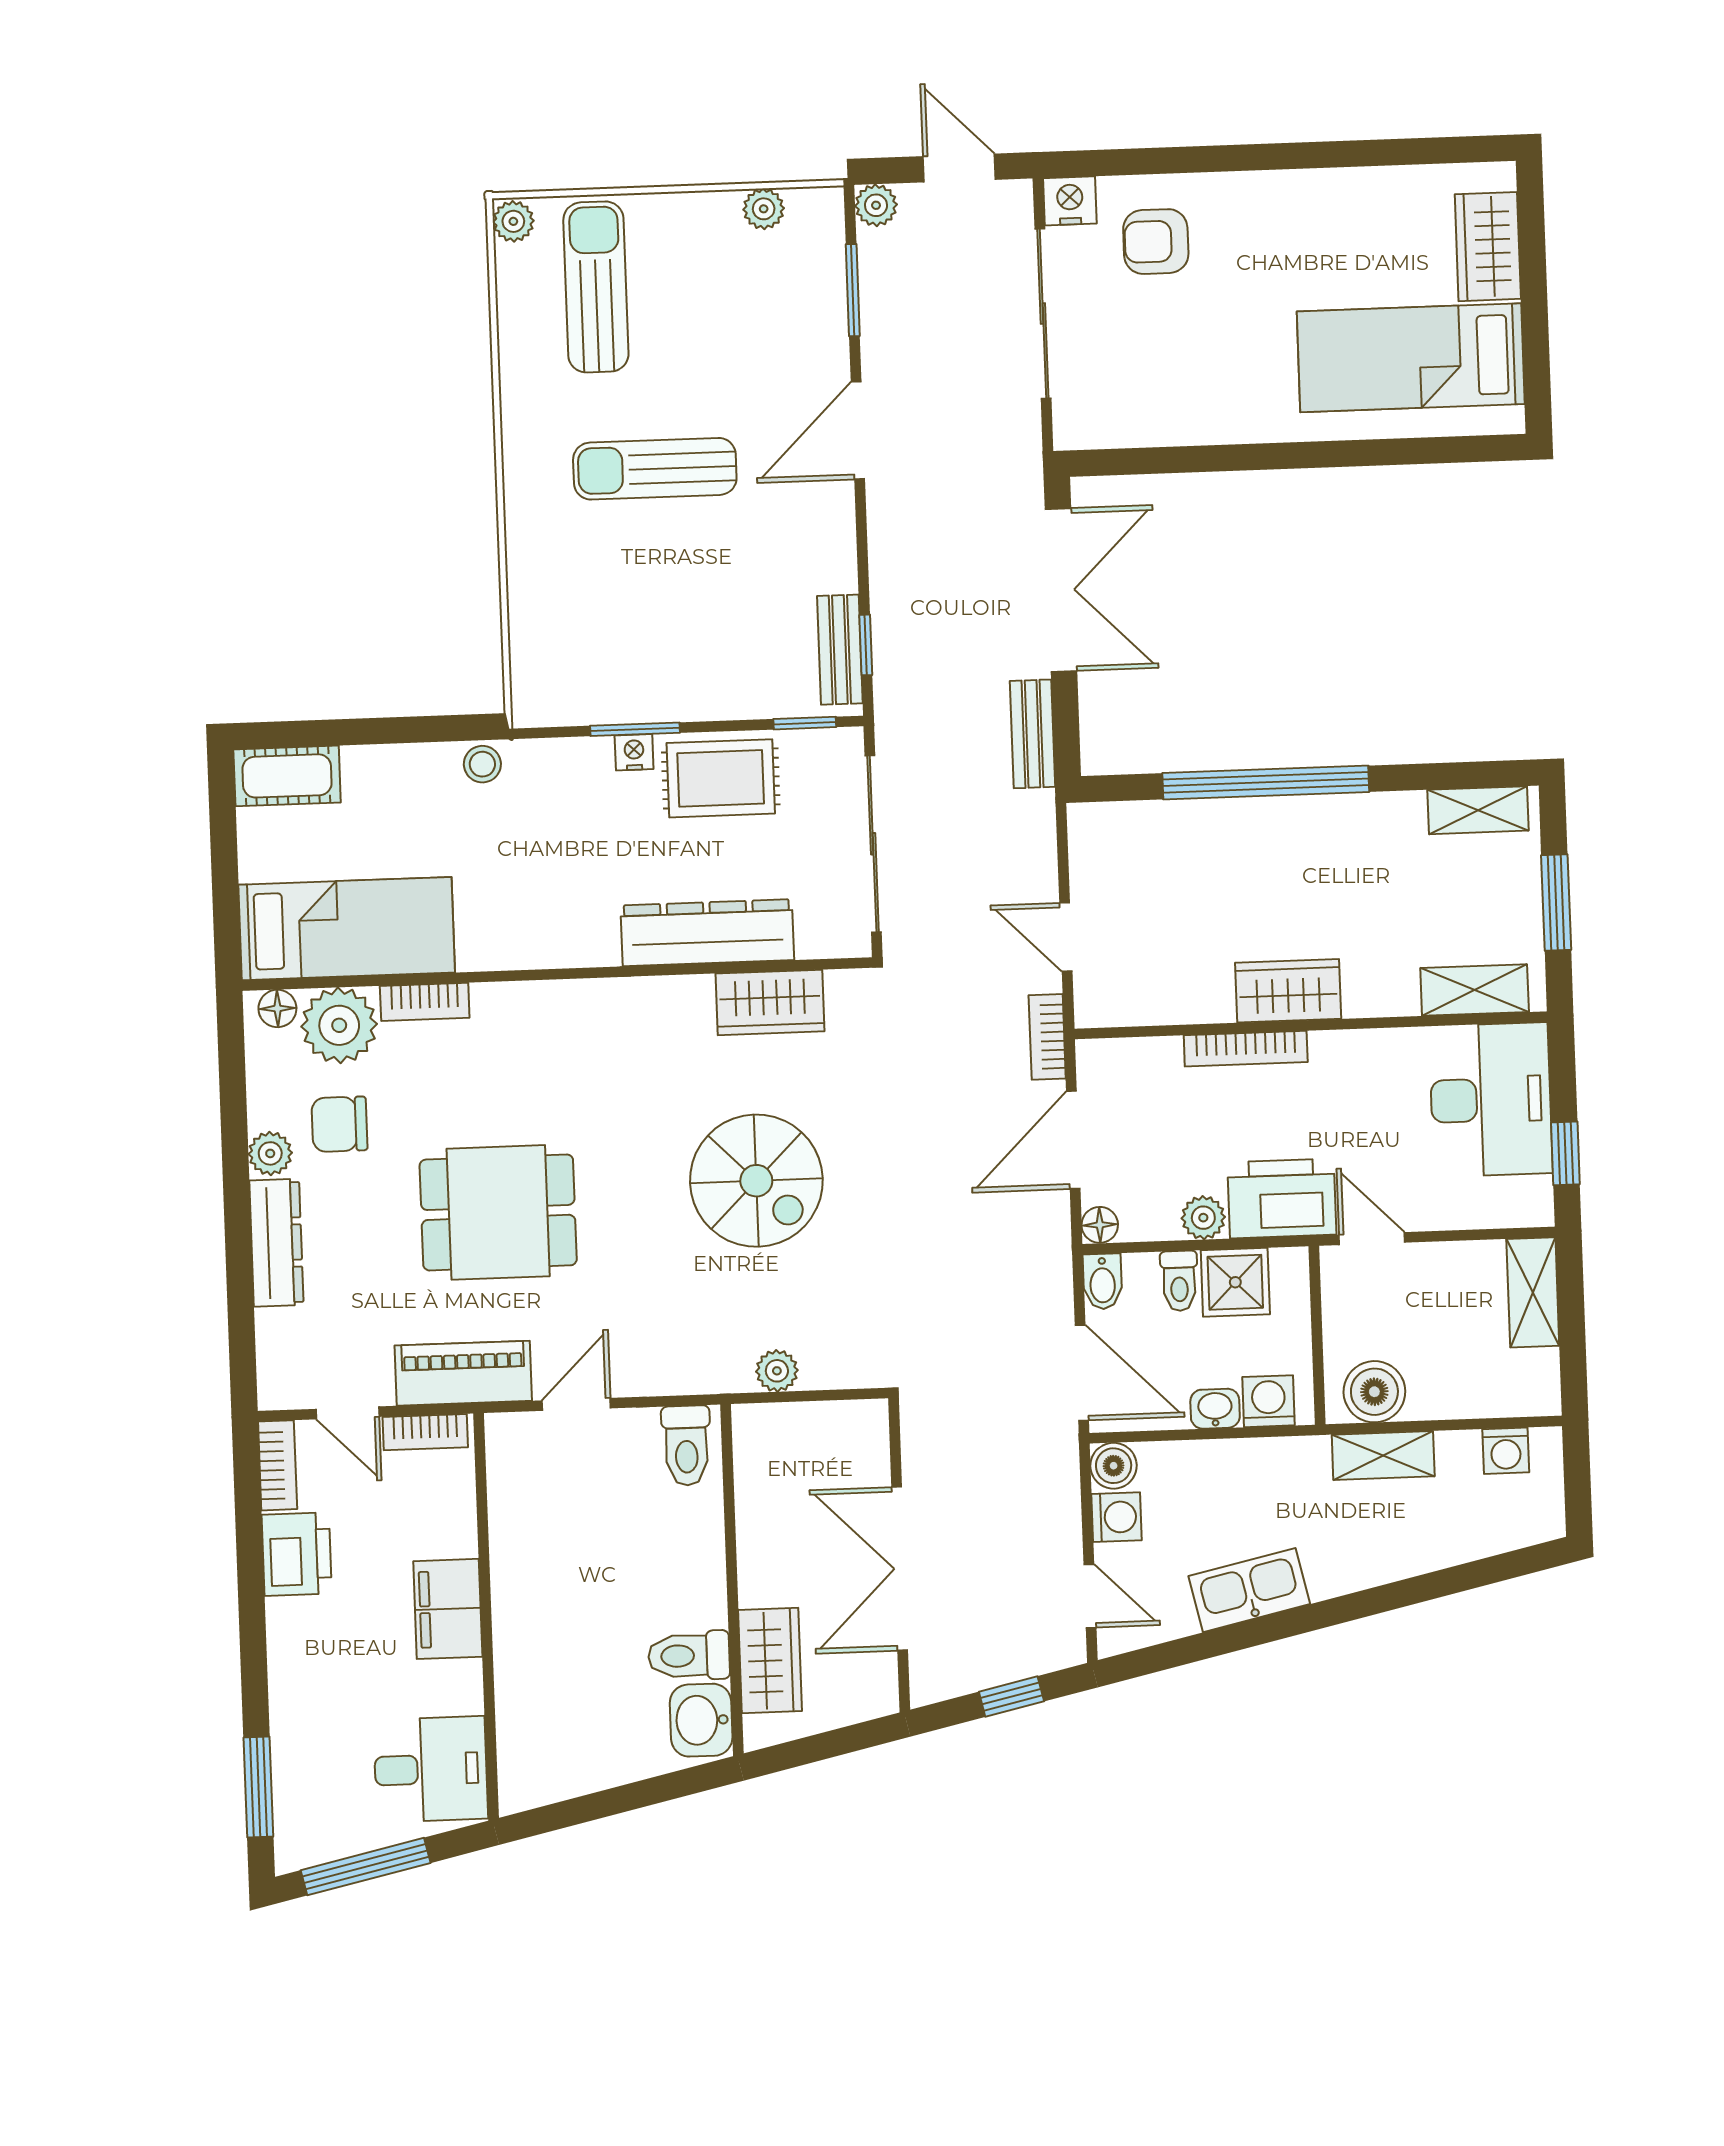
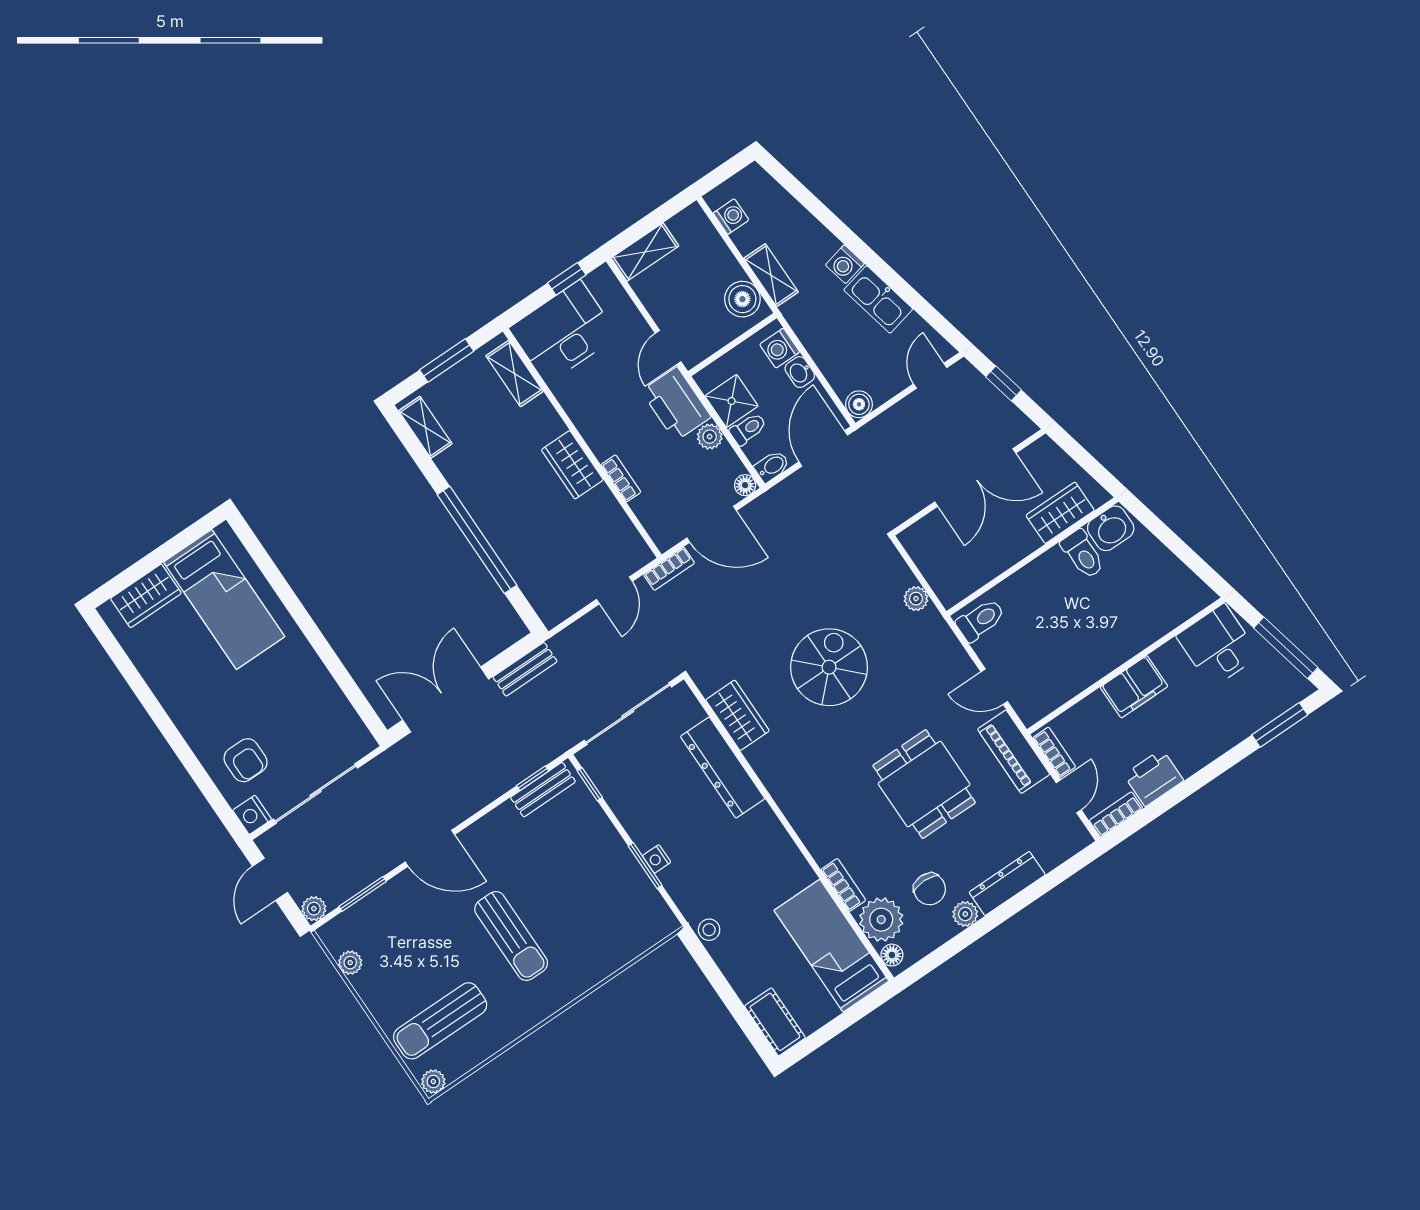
rug: (721, 778) -> (643, 808), removed
bookcase: (1246, 1049) -> (621, 478), width x0.64
washing machine: (1117, 1517) -> (845, 264), moved, turned -103

